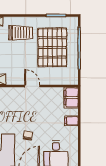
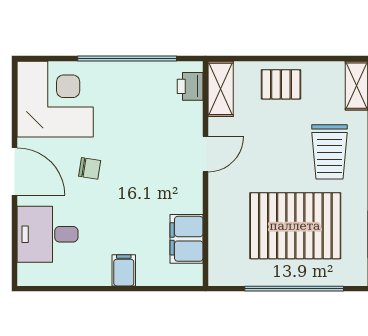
door: (32, 86) -> (205, 154), moved
filing cabinet: (71, 97) -> (186, 239), moved, turned -90

